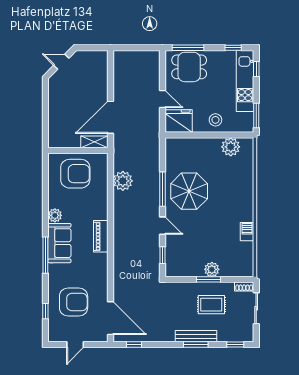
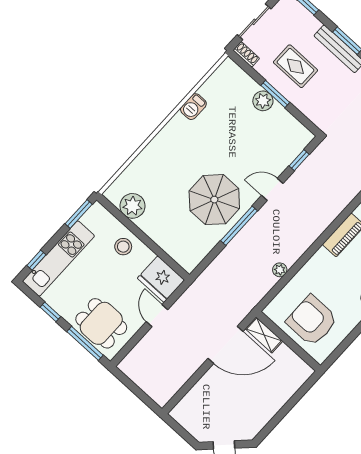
window: (233, 48) -> (50, 312), moved
plant: (123, 181) -> (280, 270), width x0.53, depth x0.53
door: (162, 226) -> (272, 189), hinge flipped

